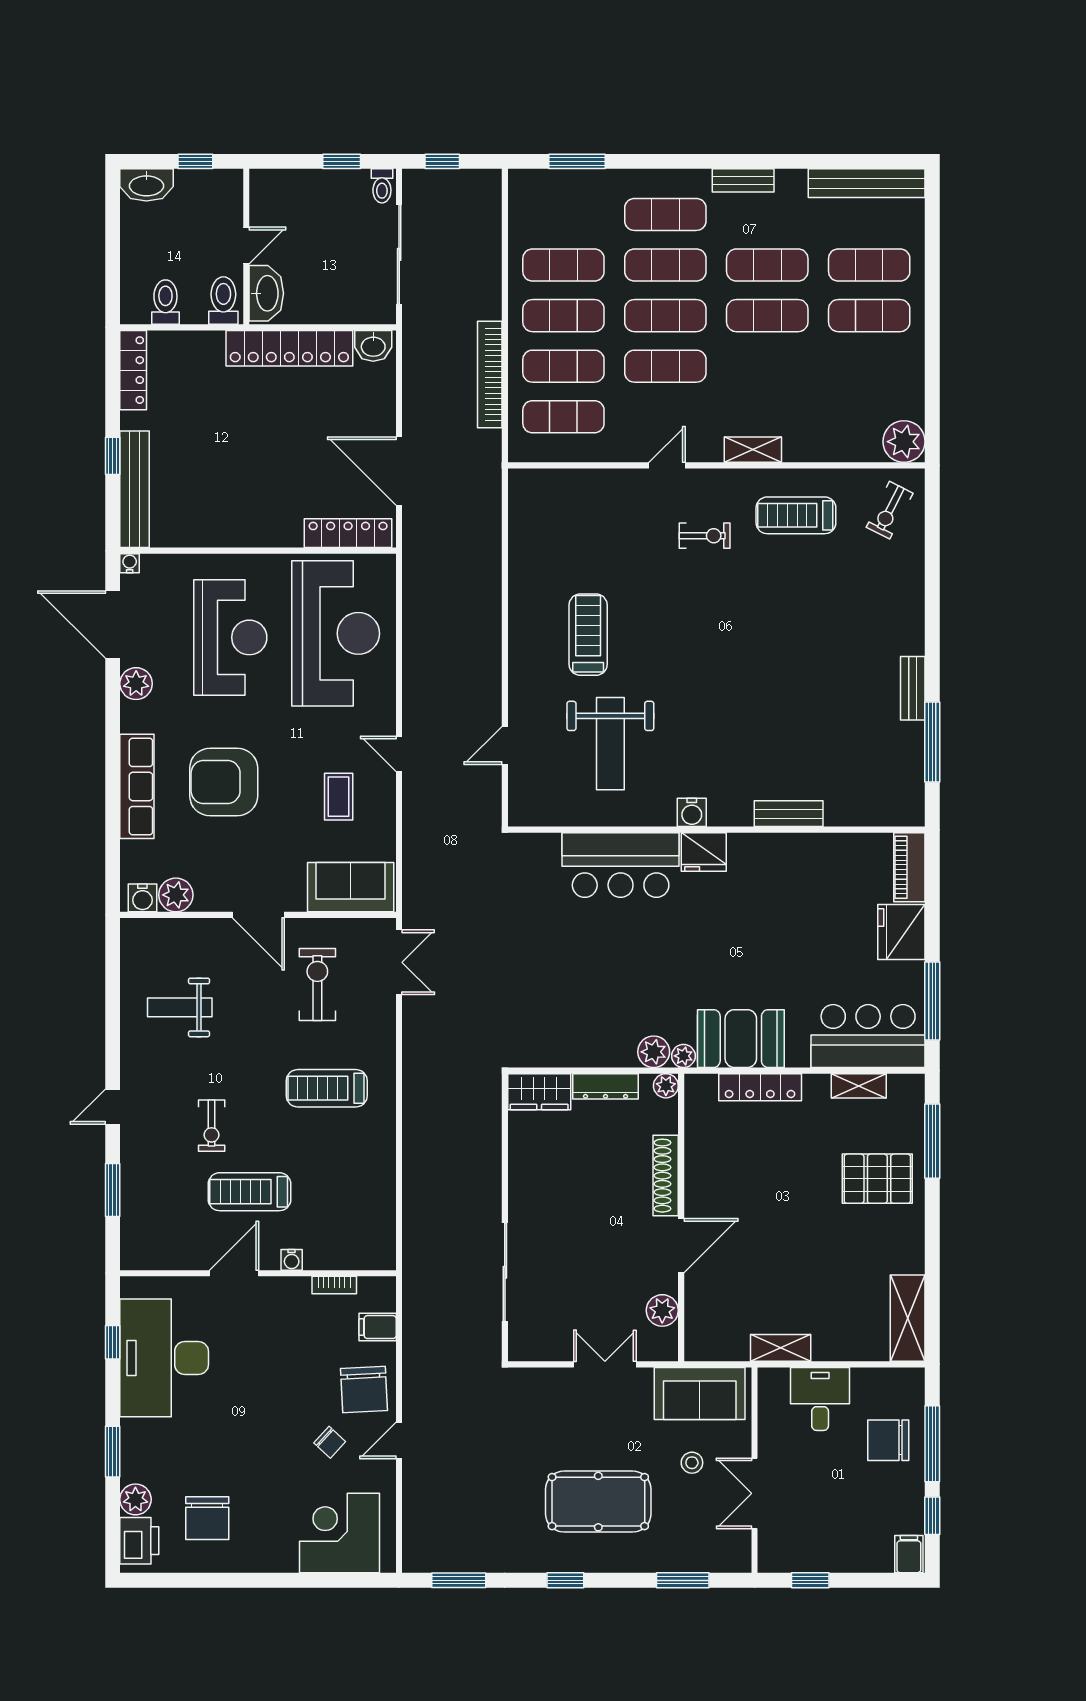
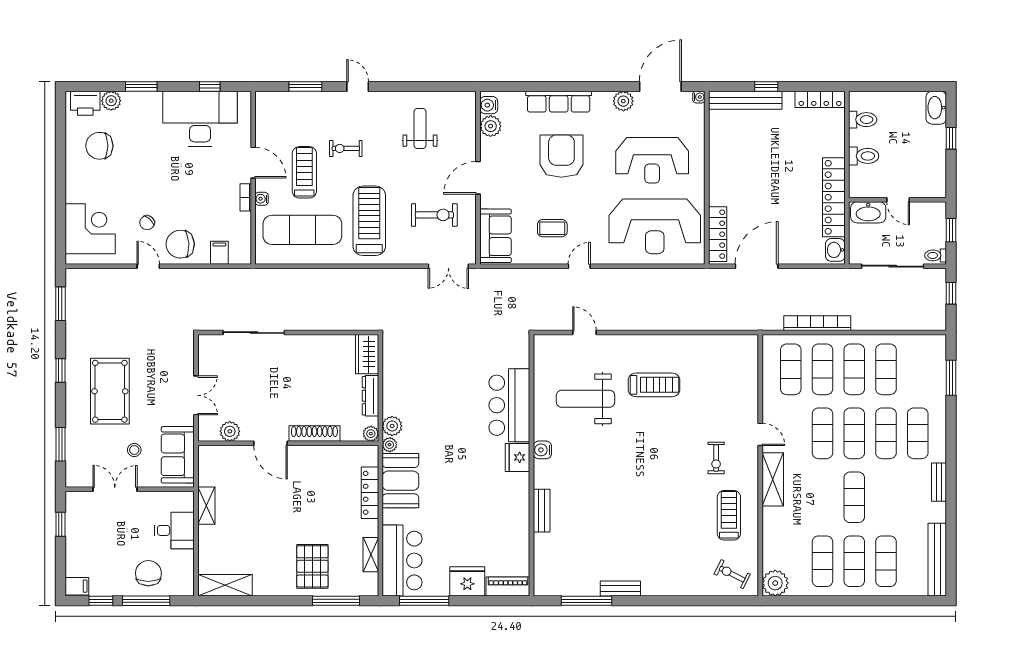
door: (246, 246) -> (898, 200), moved
wall: (246, 247) -> (898, 200), moved
exercise mat: (767, 265) -> (822, 561), moved
washbasin: (266, 293) -> (868, 212), moved
shelving: (753, 450) -> (773, 479), width x1.50, depth x1.33
treadmill: (327, 1088) -> (369, 221), width x1.37, depth x1.38
exercise mat: (341, 1195) -> (302, 230), added
bookcase: (334, 1285) -> (246, 197), moved

